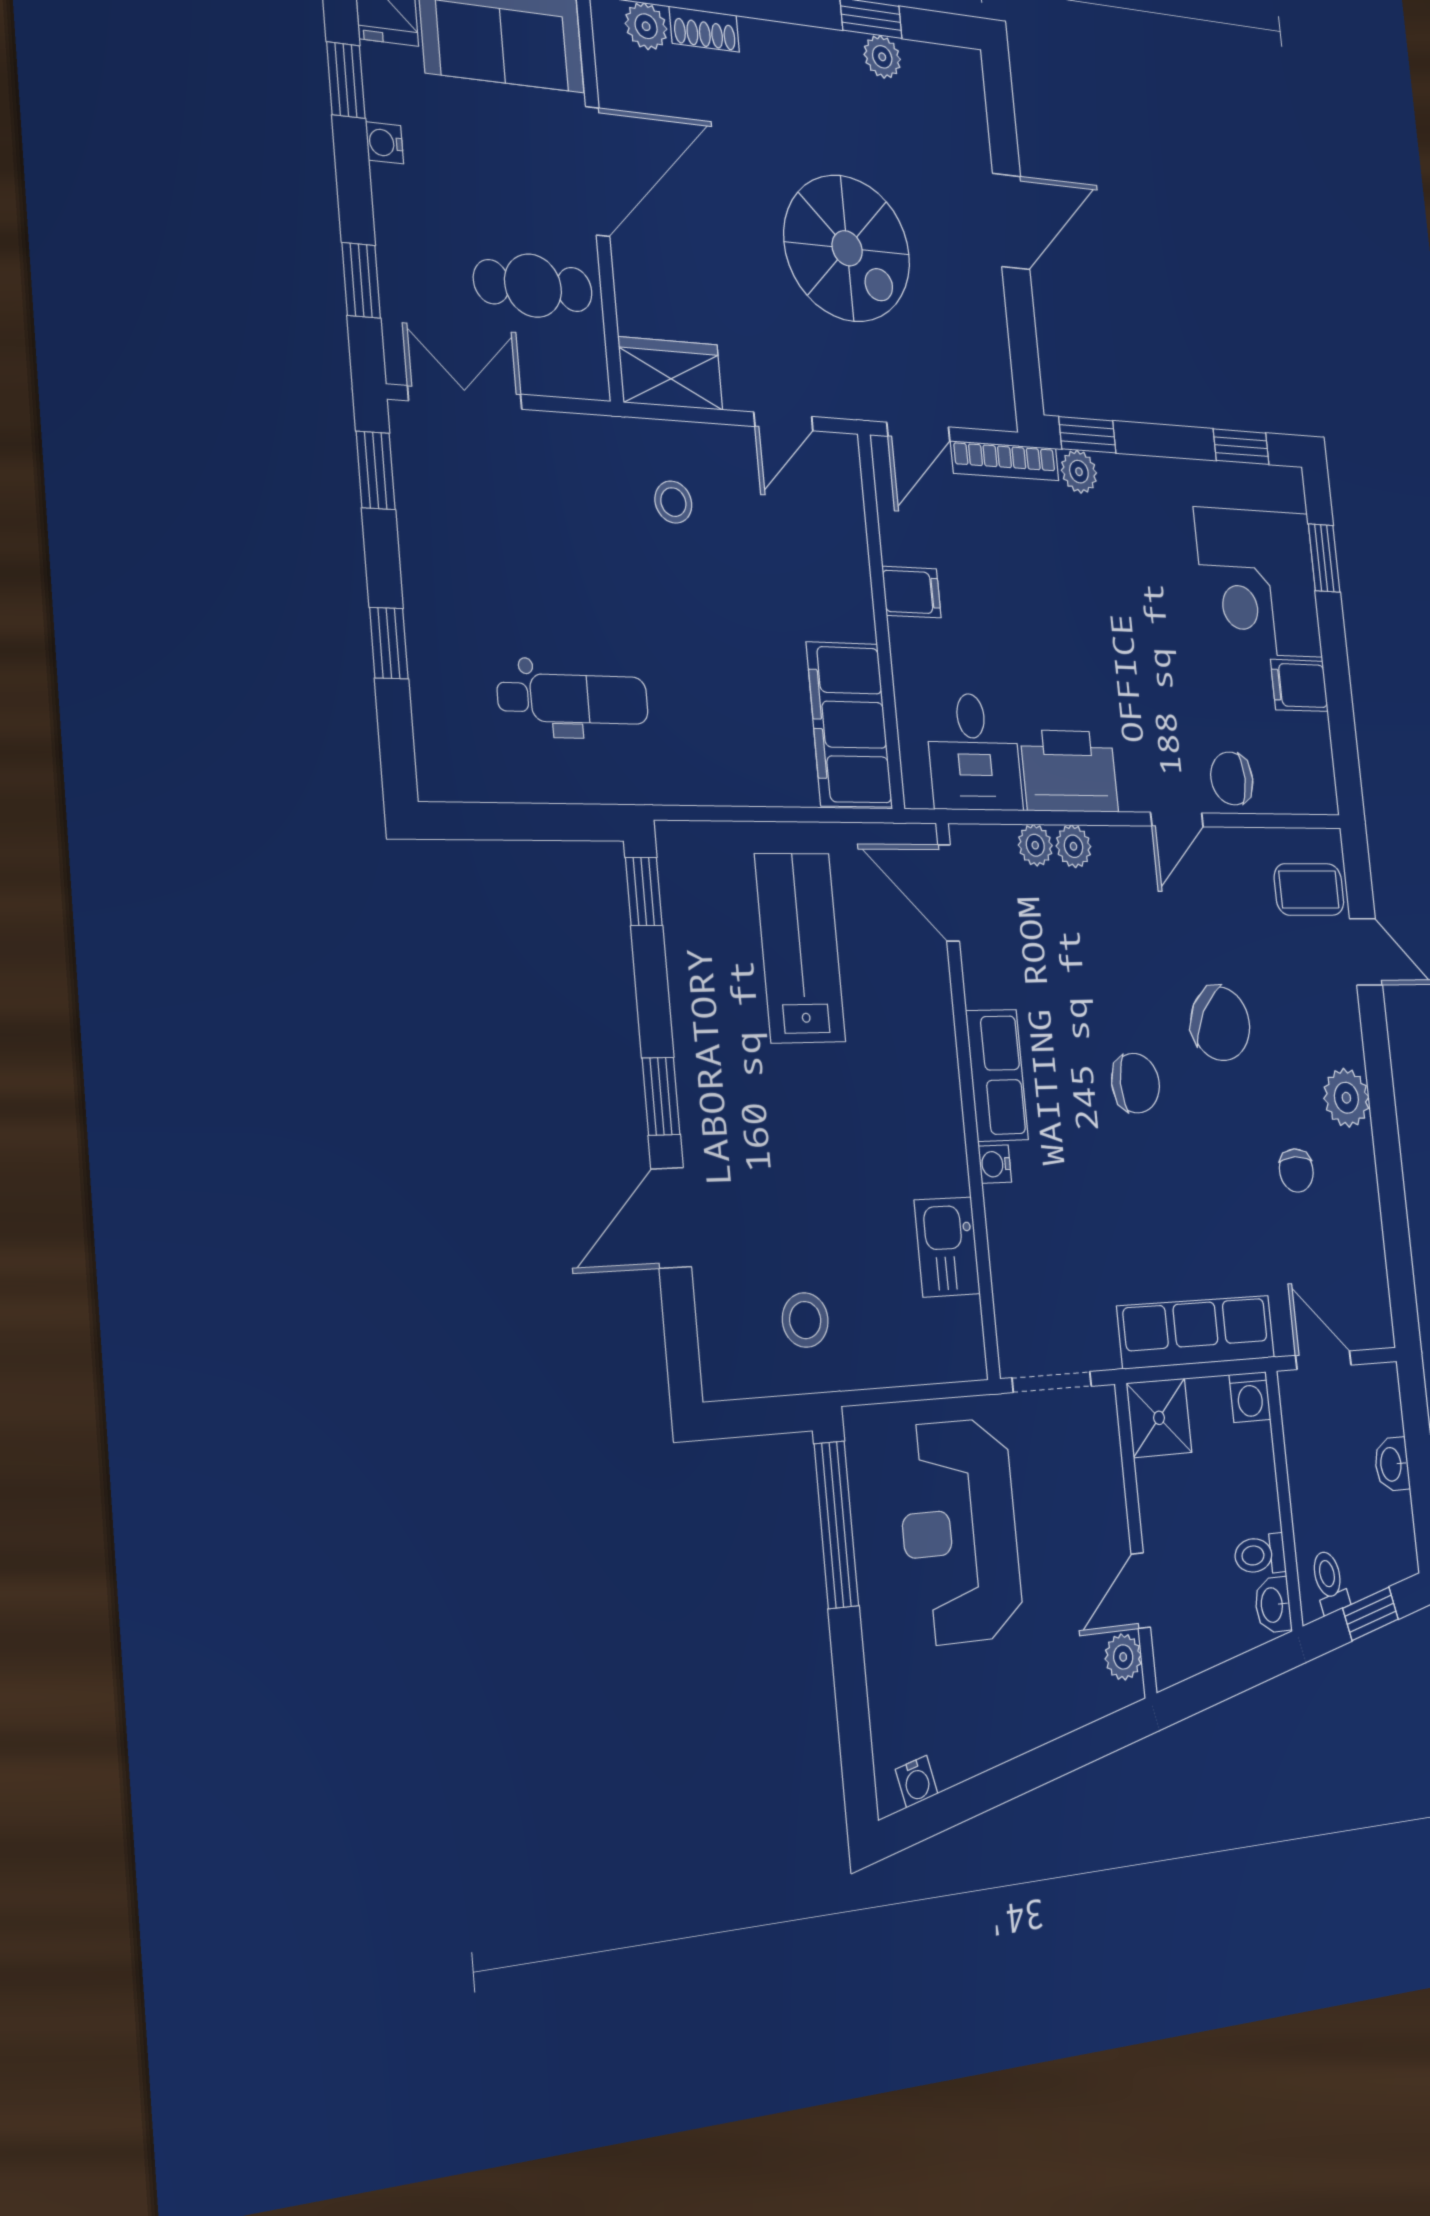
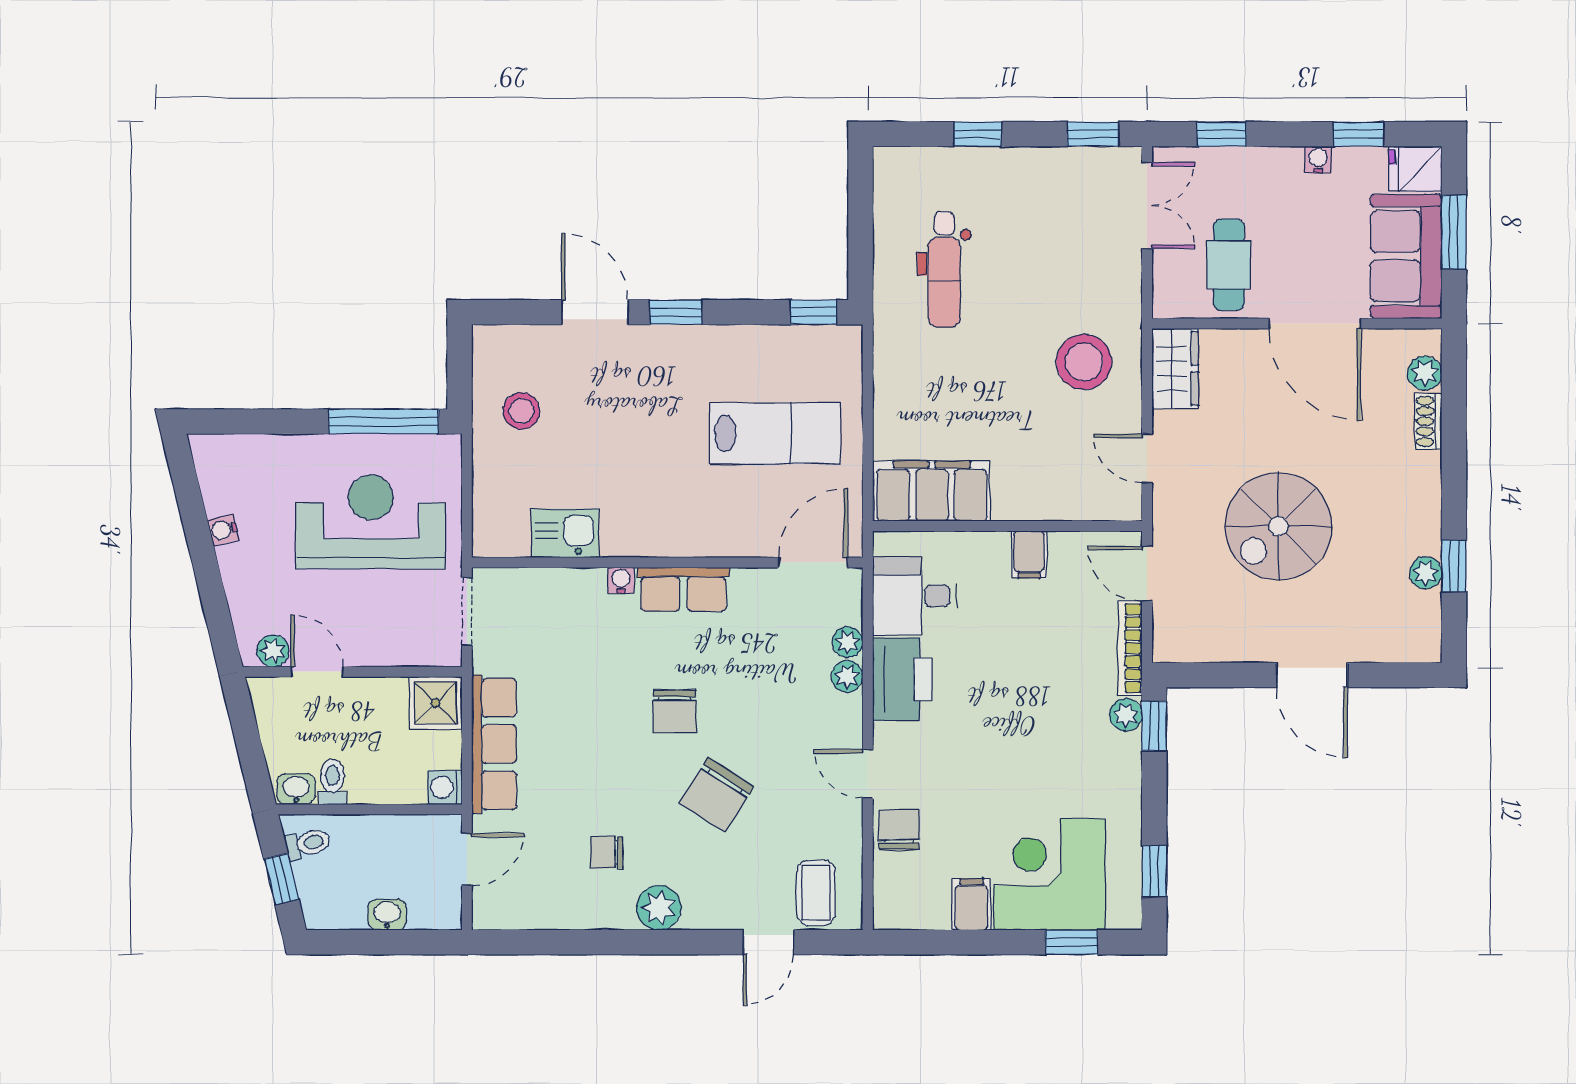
stool: (673, 502) -> (1084, 362), width x1.89, depth x1.89
water cooler: (917, 1782) -> (223, 530), moved

